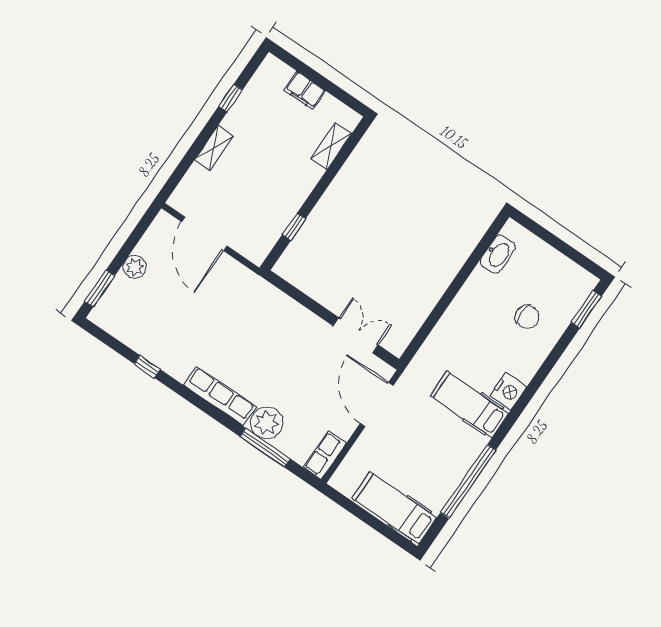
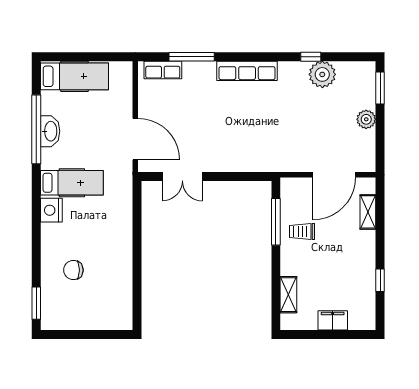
shelving: (214, 148) -> (368, 212), moved
trolley: (275, 199) -> (302, 232), added
window: (294, 227) -> (276, 222), width x2.17
door: (204, 234) -> (334, 175), swing flipped
washbasin: (498, 254) -> (50, 131), moved, turned 180
plant: (267, 423) -> (322, 74), moved
row of seats: (325, 455) -> (163, 70), moved, turned 90

